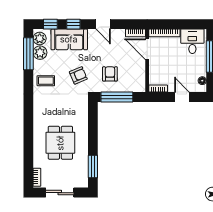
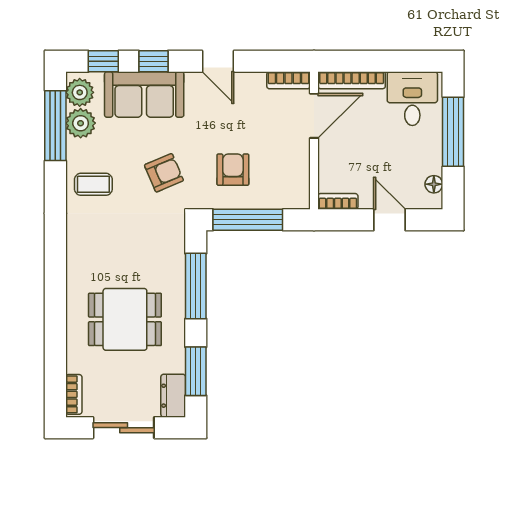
door: (147, 49) -> (314, 116), swing flipped
window: (93, 127) -> (196, 286), added
dining table: (60, 143) -> (125, 319), turned 90
dresser: (83, 178) -> (173, 396), added

